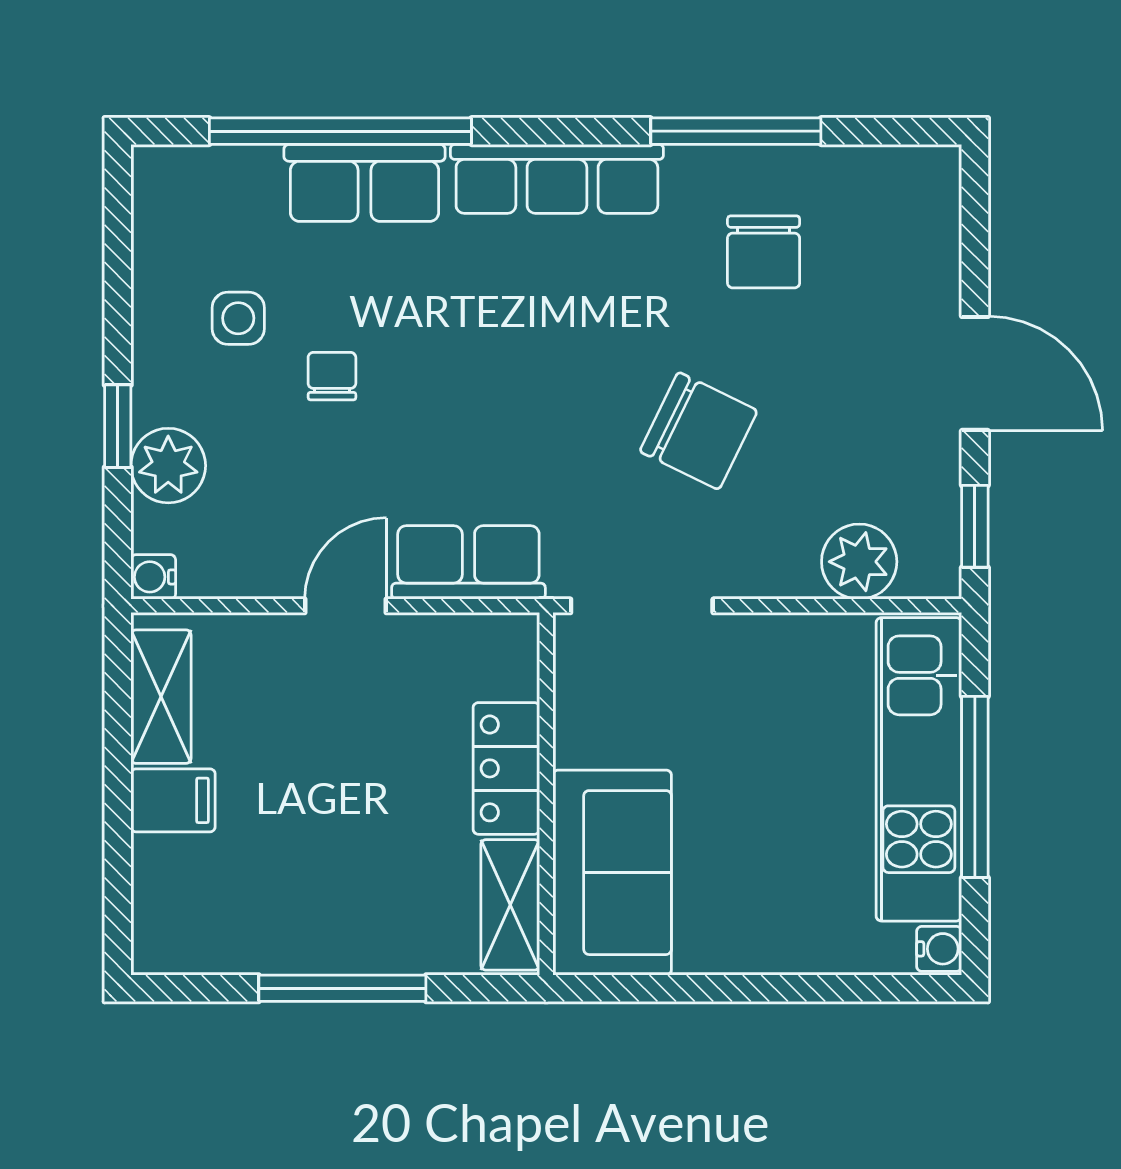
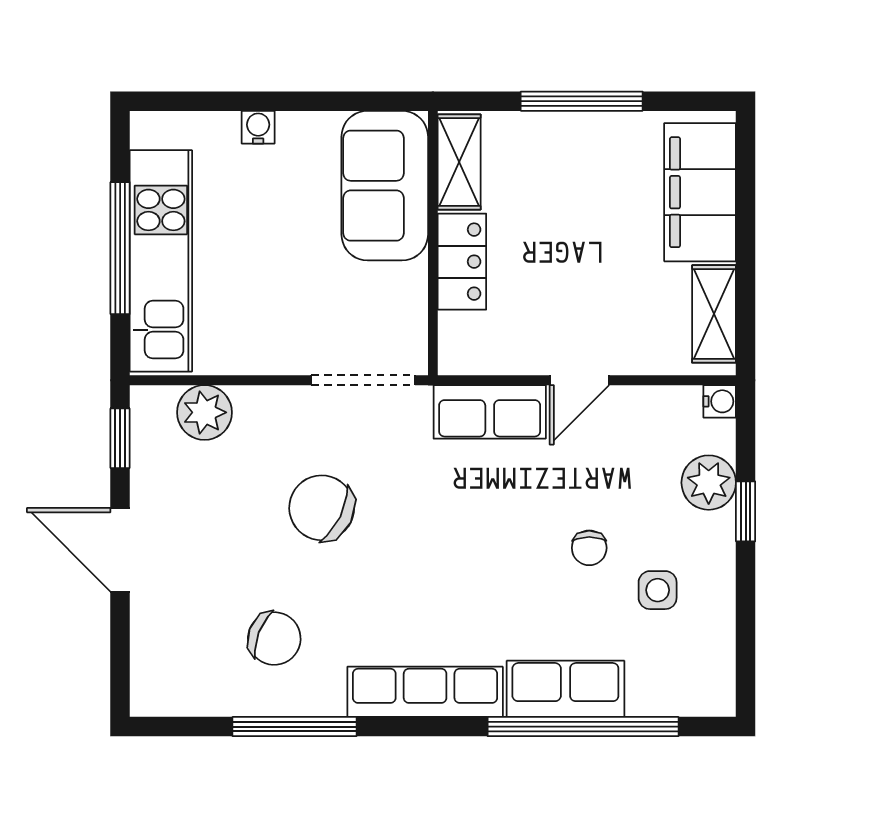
chair: (764, 252) -> (274, 639), turned 111
filing cabinet: (173, 800) -> (700, 192), width x3.00, depth x1.17
water cooler: (939, 949) -> (258, 127), moved, turned 90

